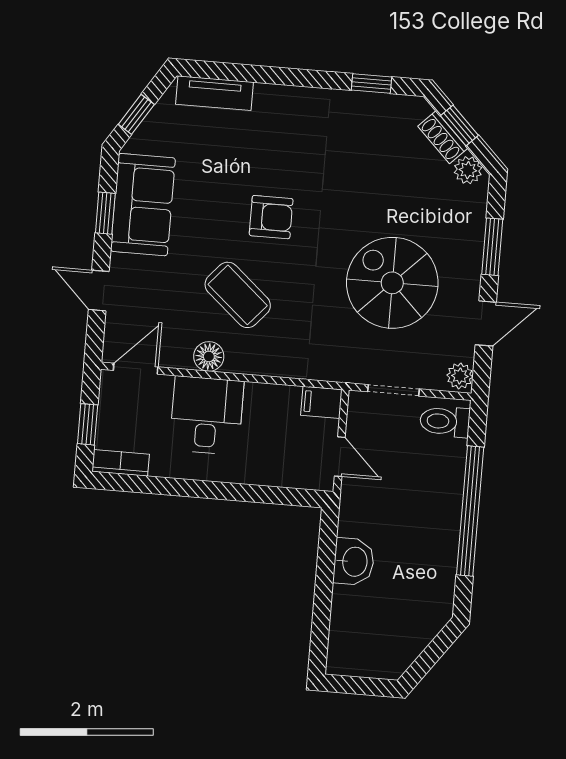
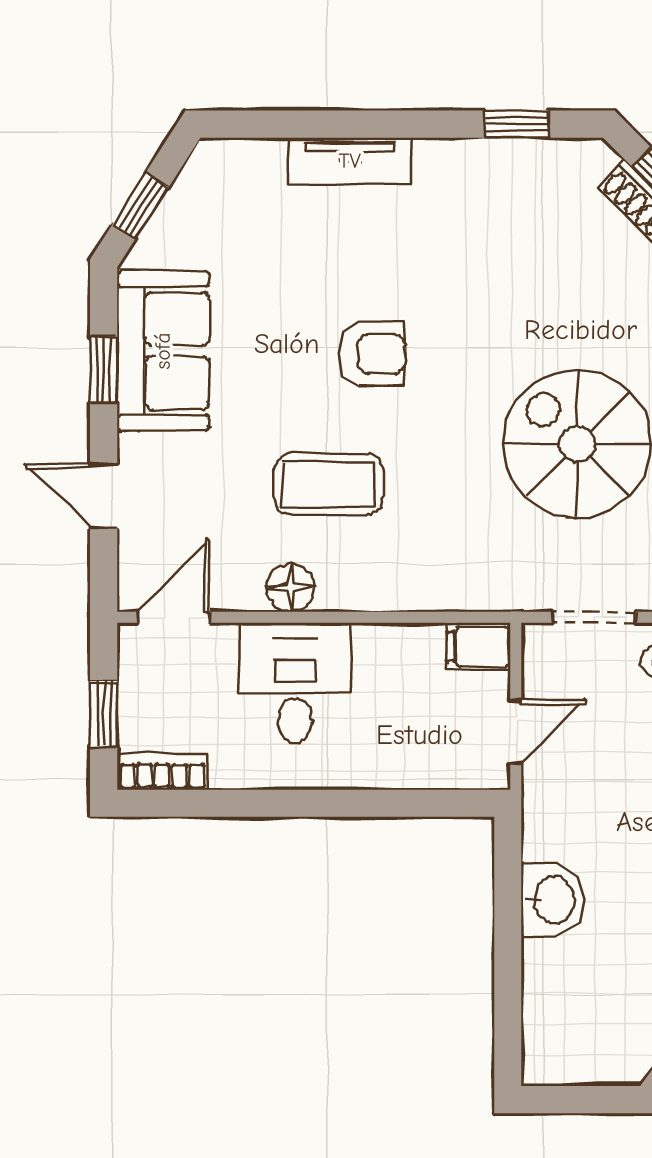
tv unit: (215, 93) -> (350, 161), moved
coffee table: (238, 295) -> (329, 484), turned -41
door: (340, 457) -> (516, 732), hinge flipped

